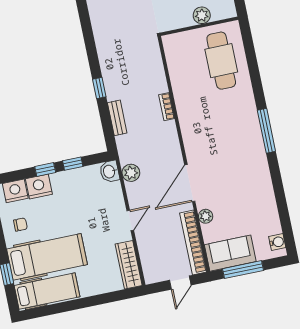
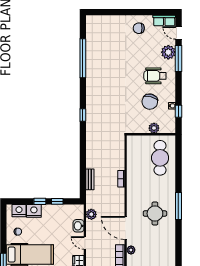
window: (99, 88) -> (83, 115), moved
round table: (232, 150) -> (155, 214), added
washbasin: (110, 171) -> (78, 226), moved
door: (190, 183) -> (126, 228), hinge flipped
door: (130, 220) -> (85, 243), swing flipped

